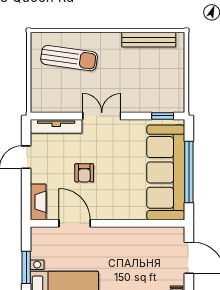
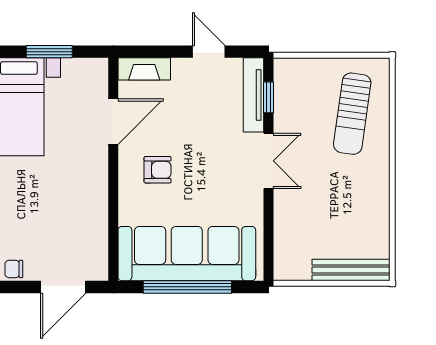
bench: (149, 40) -> (351, 270), moved, turned 90
window: (163, 116) -> (268, 97), moved
armchair: (84, 173) -> (158, 170), moved, turned 180

